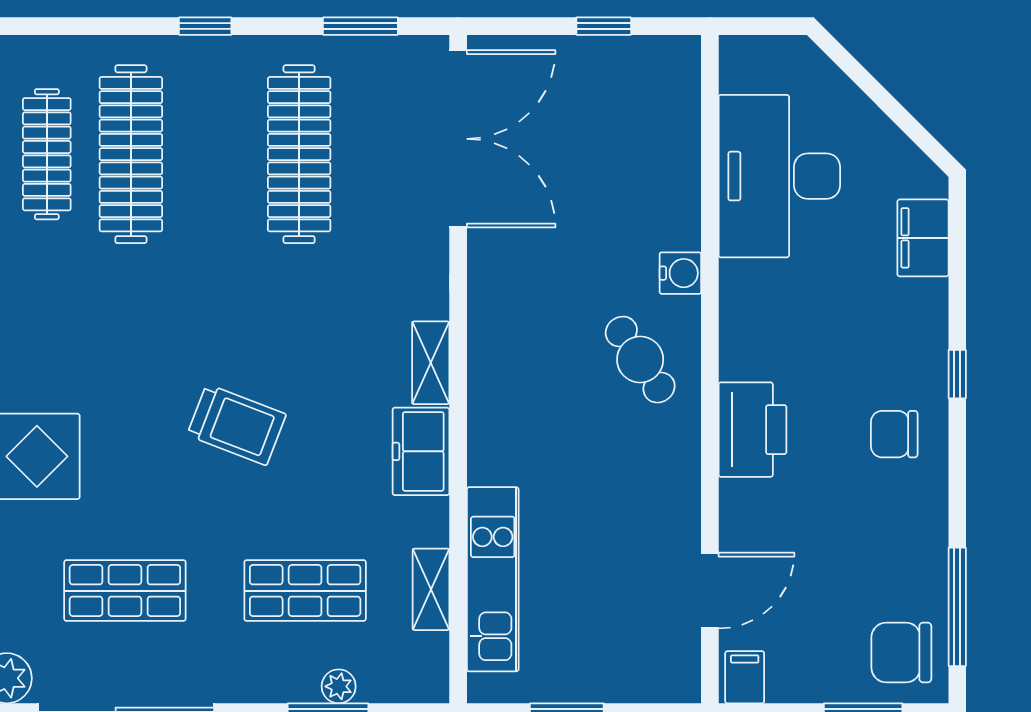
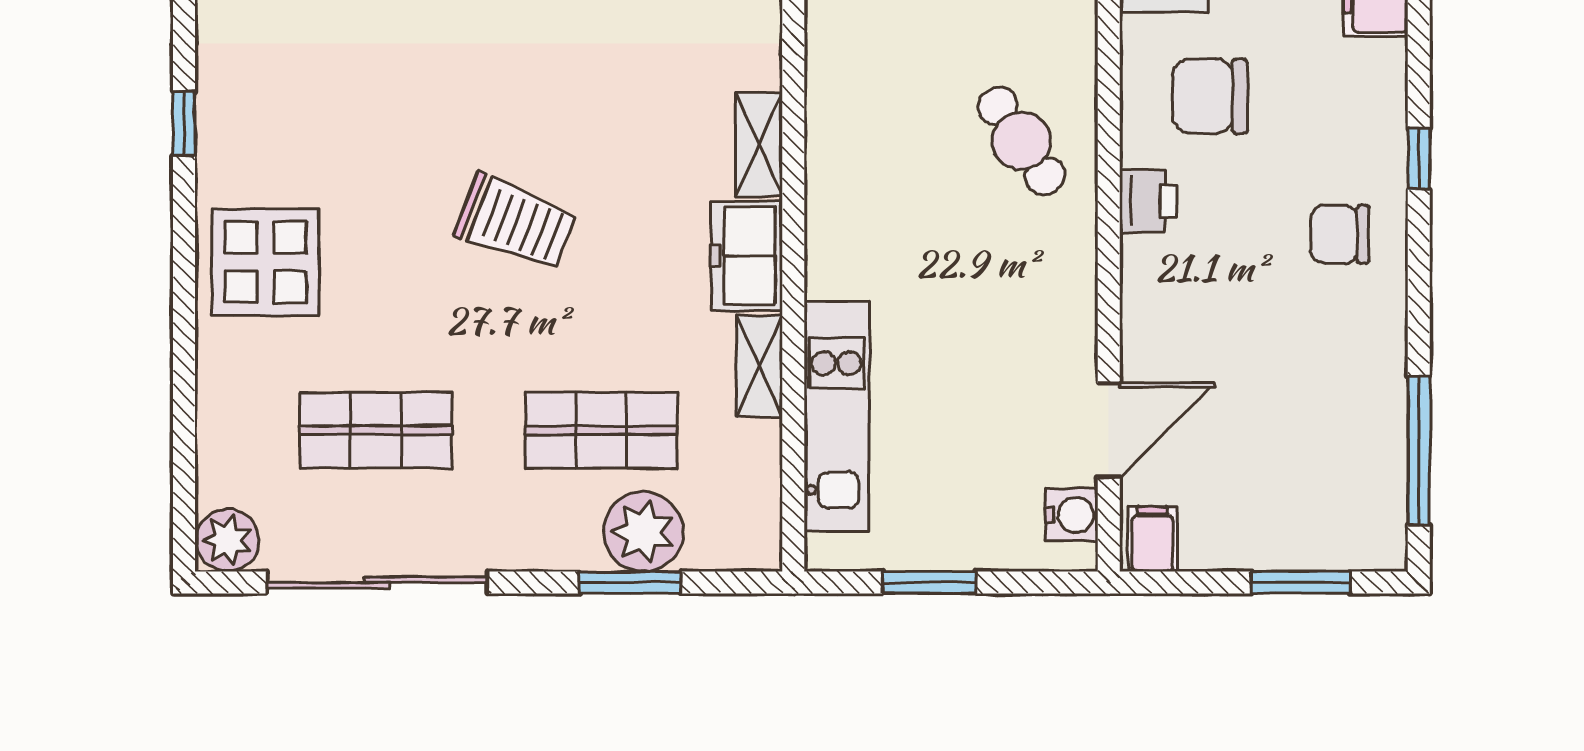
water cooler: (680, 273) -> (1072, 515), moved
printer: (752, 430) -> (1148, 201), width x0.53, depth x0.68
shelving: (431, 589) -> (759, 366), moved
chair: (901, 652) -> (1210, 96), moved
plant: (339, 686) -> (643, 532), width x1.87, depth x1.87

